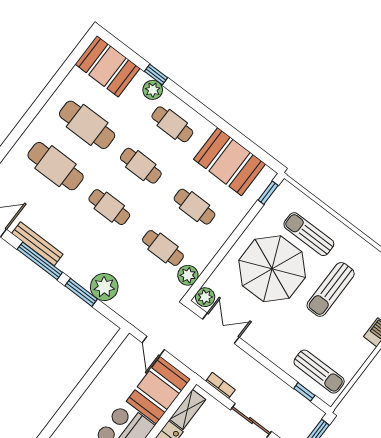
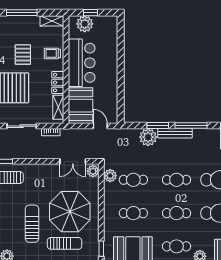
bench: (37, 244) -> (175, 133), moved

